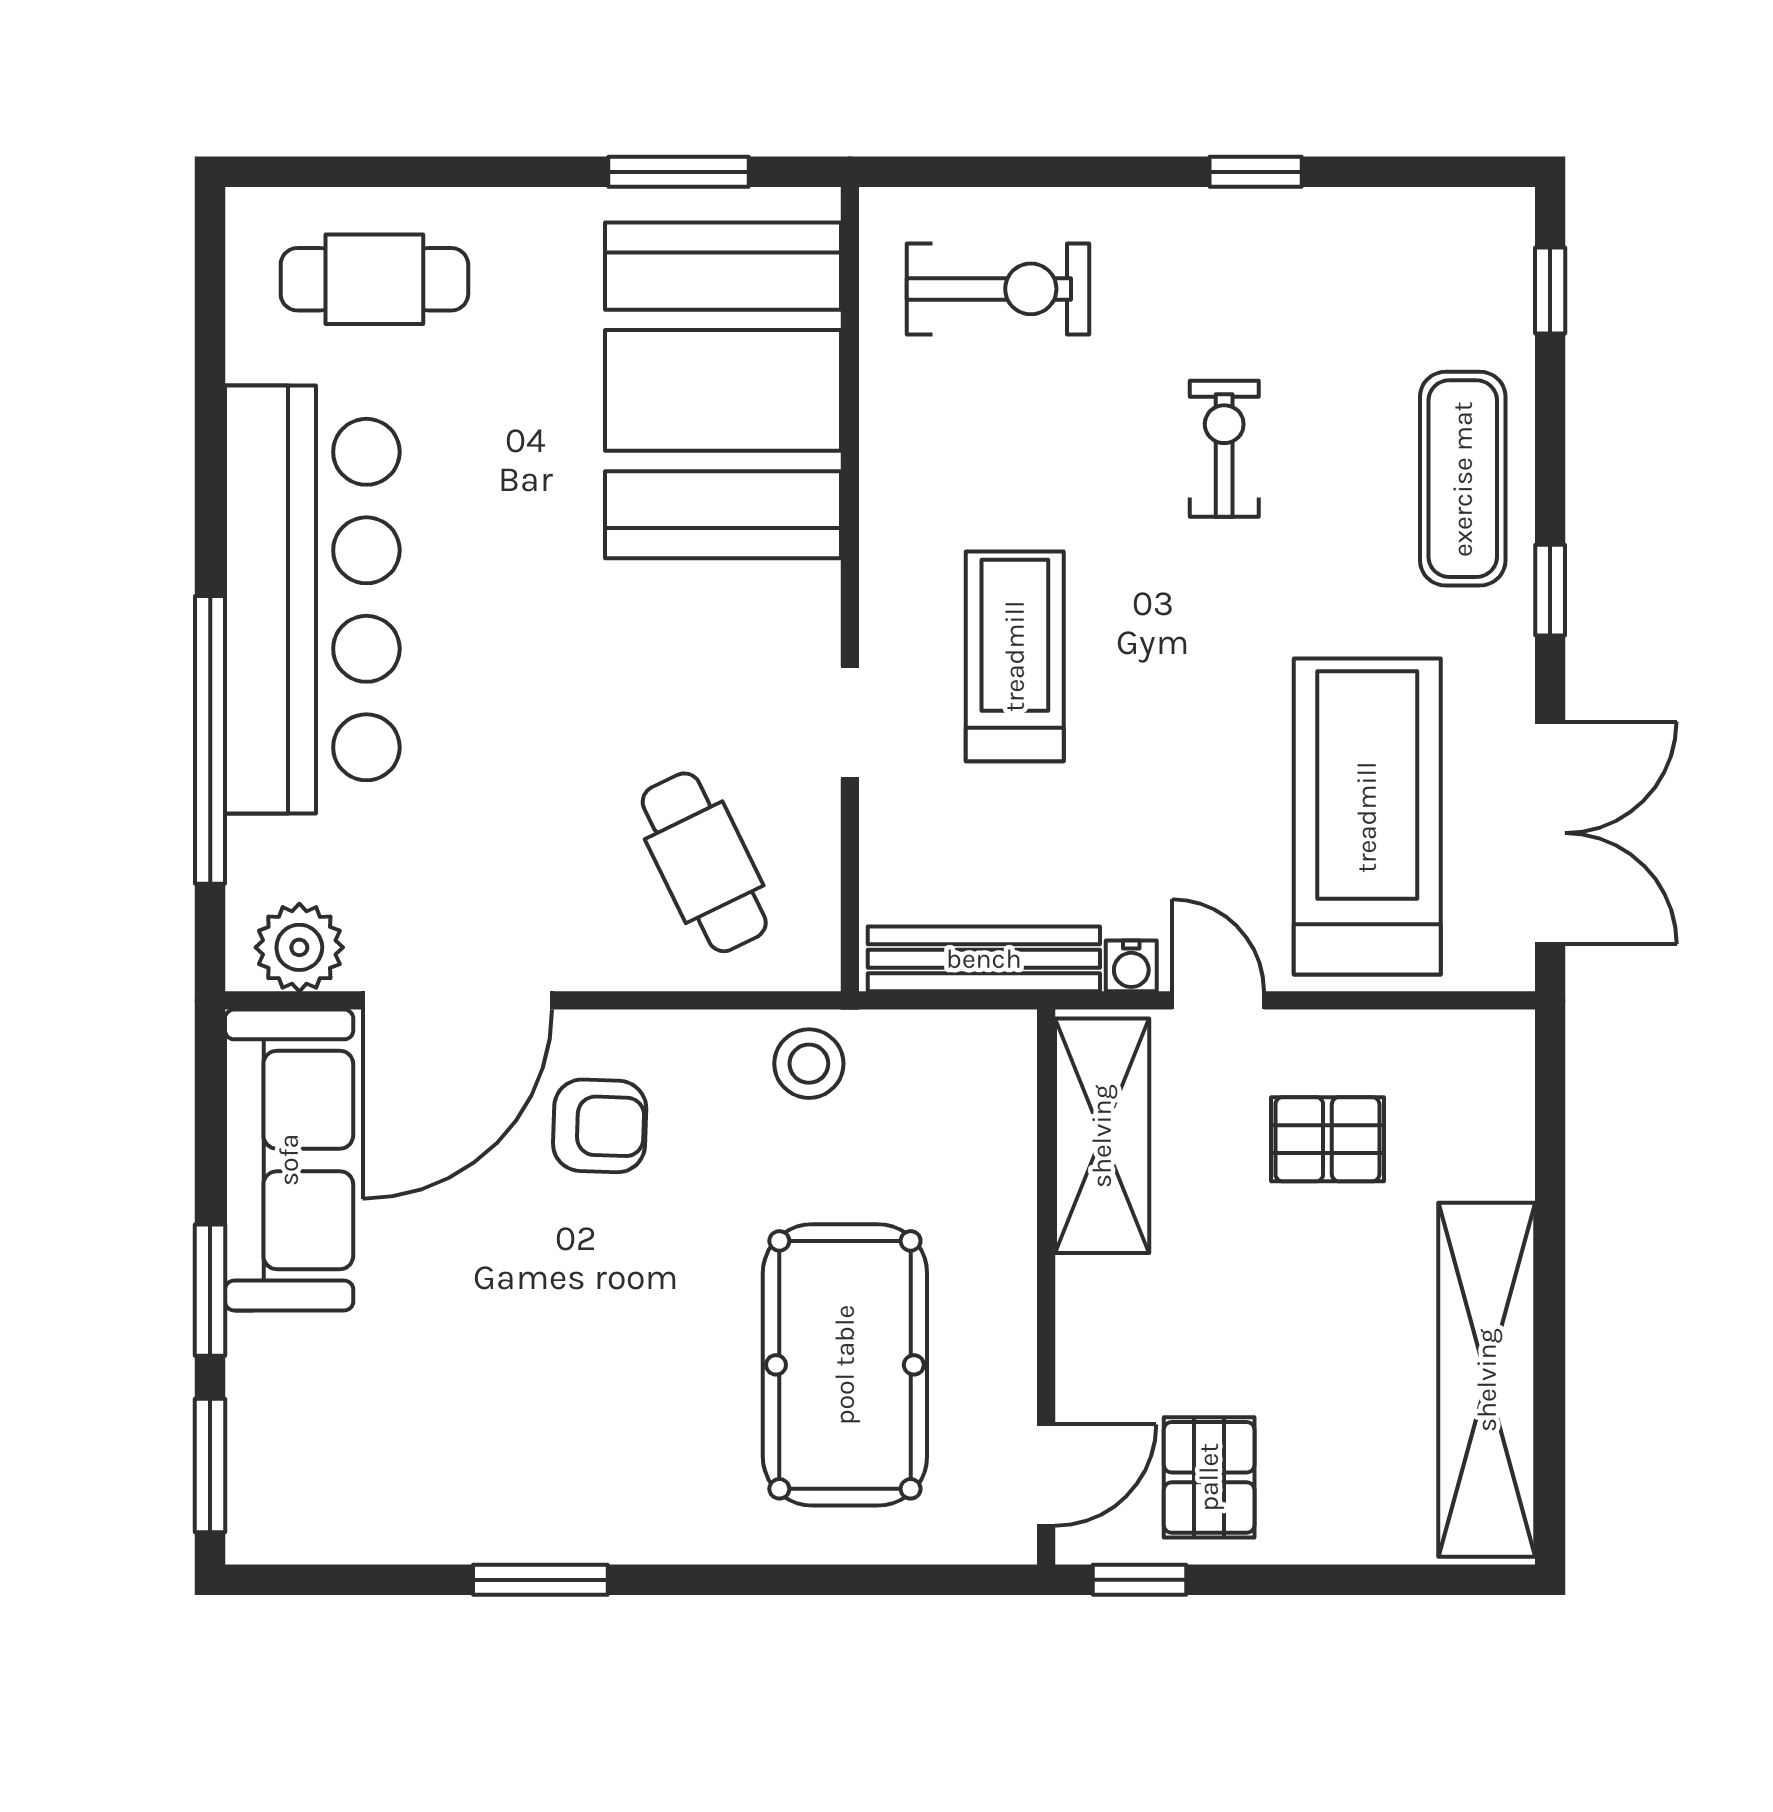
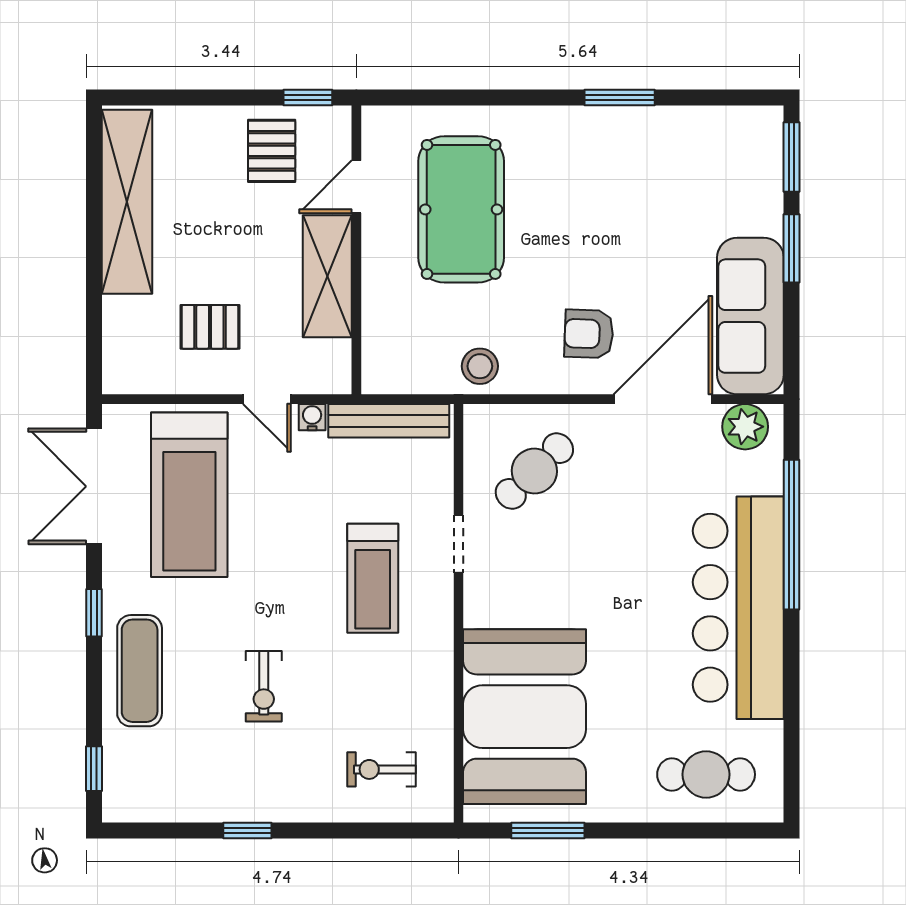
exercise bike: (998, 289) -> (381, 769), width x0.73, depth x0.72
cafe table: (704, 862) -> (534, 471), turned 72
shelving: (1102, 1136) -> (327, 276), moved
door: (1046, 1475) -> (356, 187), moved

